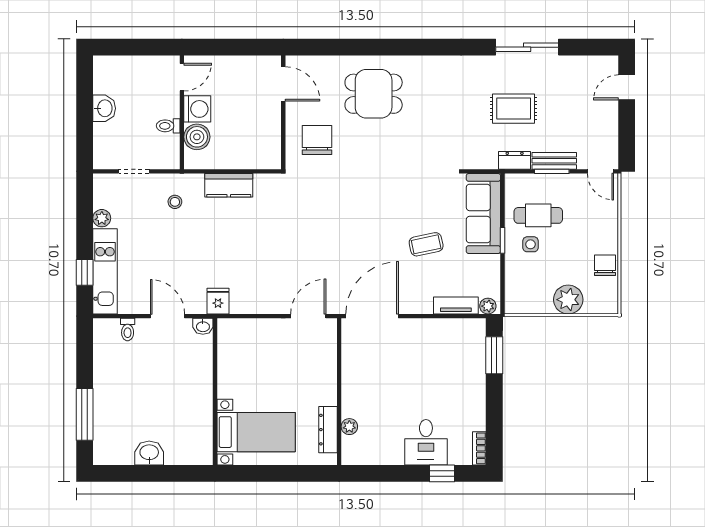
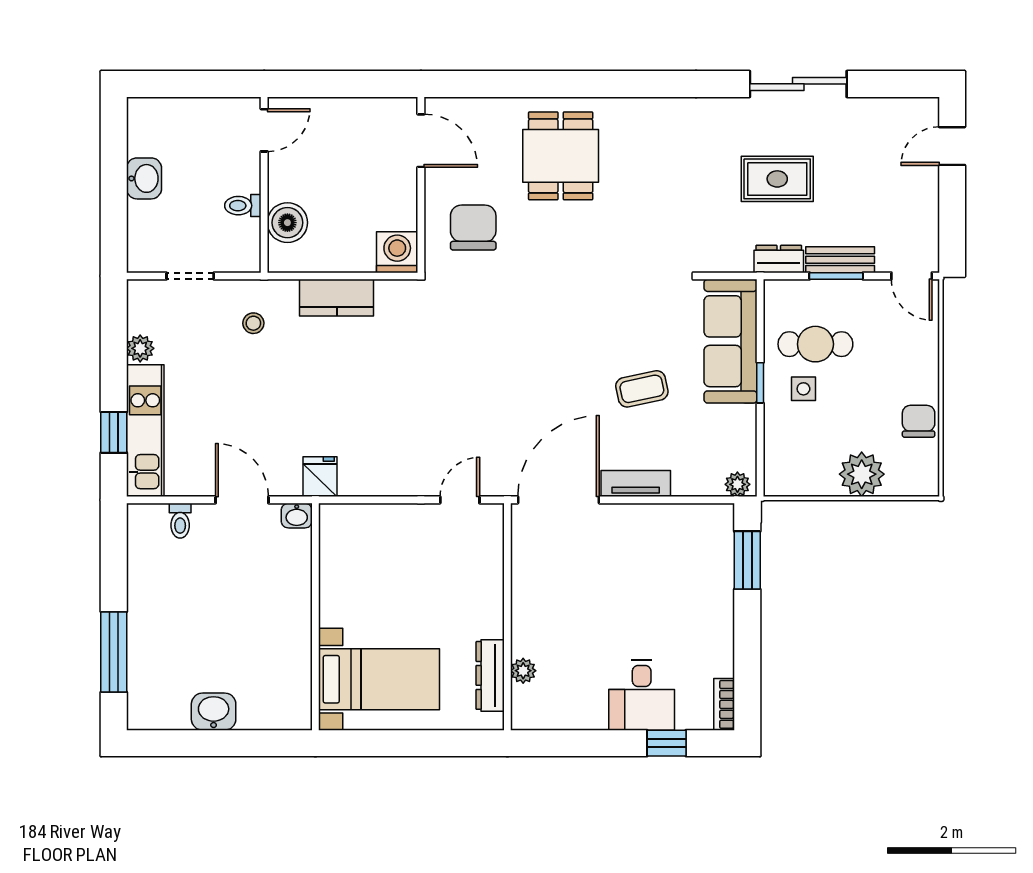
dining table: (374, 94) -> (561, 156), turned 90
washing machine: (197, 109) -> (397, 252), moved, turned -90
tv unit: (456, 306) -> (636, 484), moved
door: (308, 316) -> (460, 500), width x0.73

